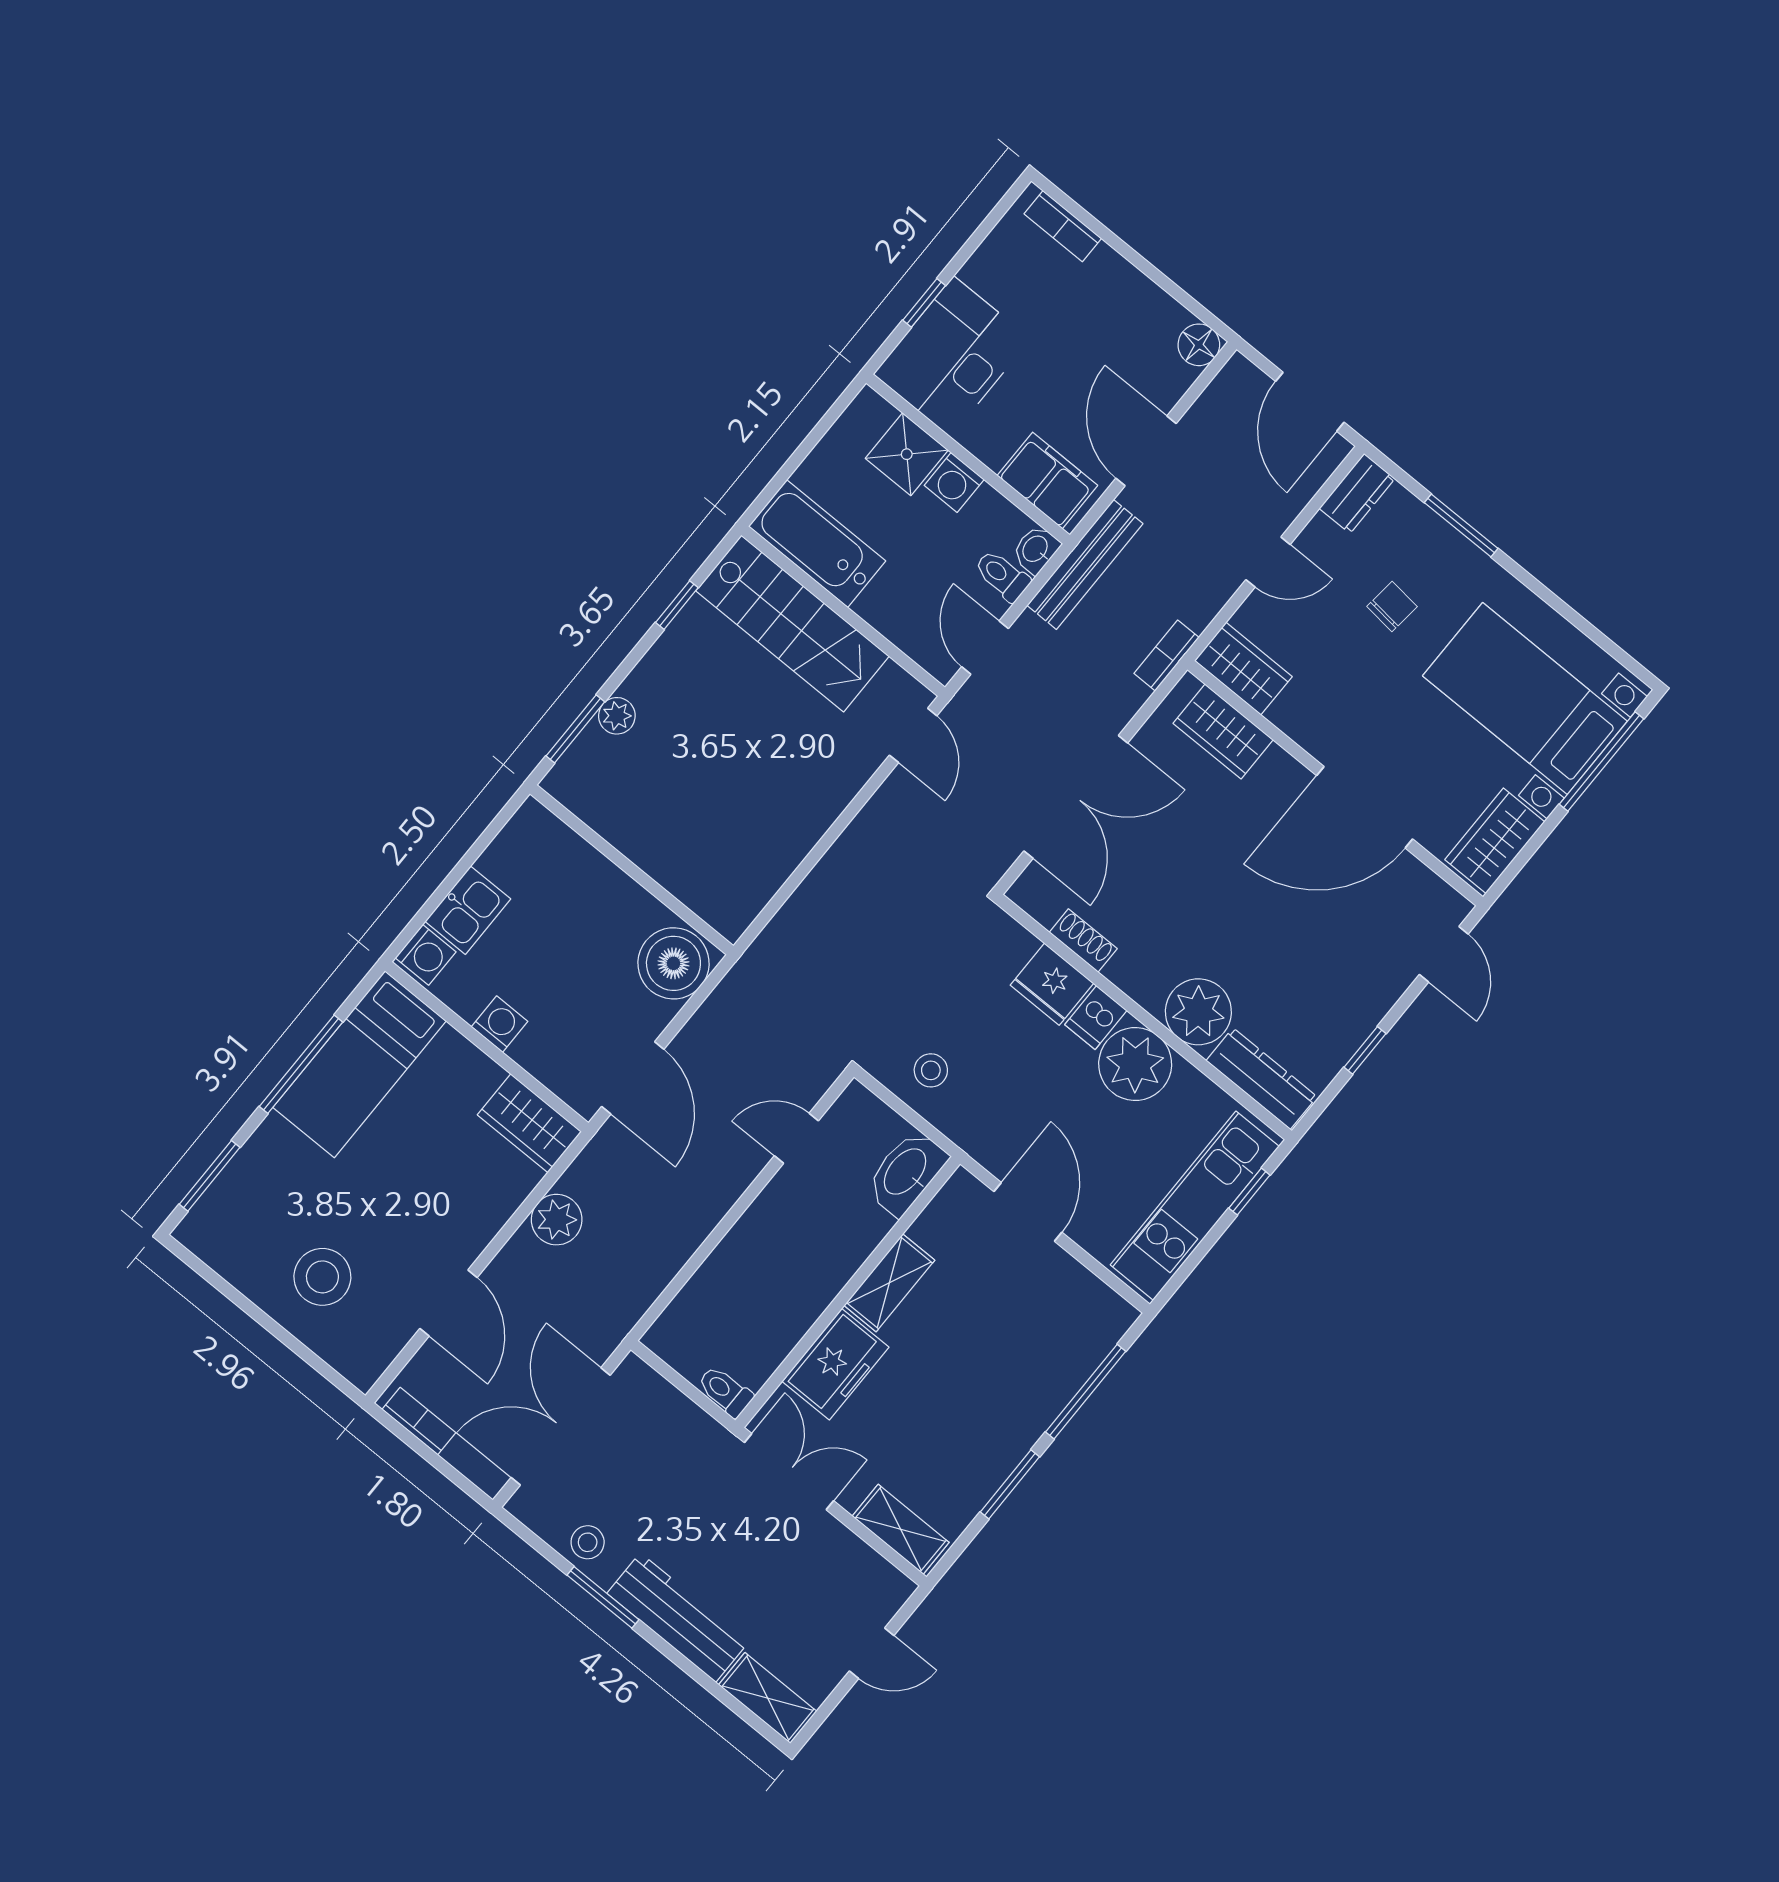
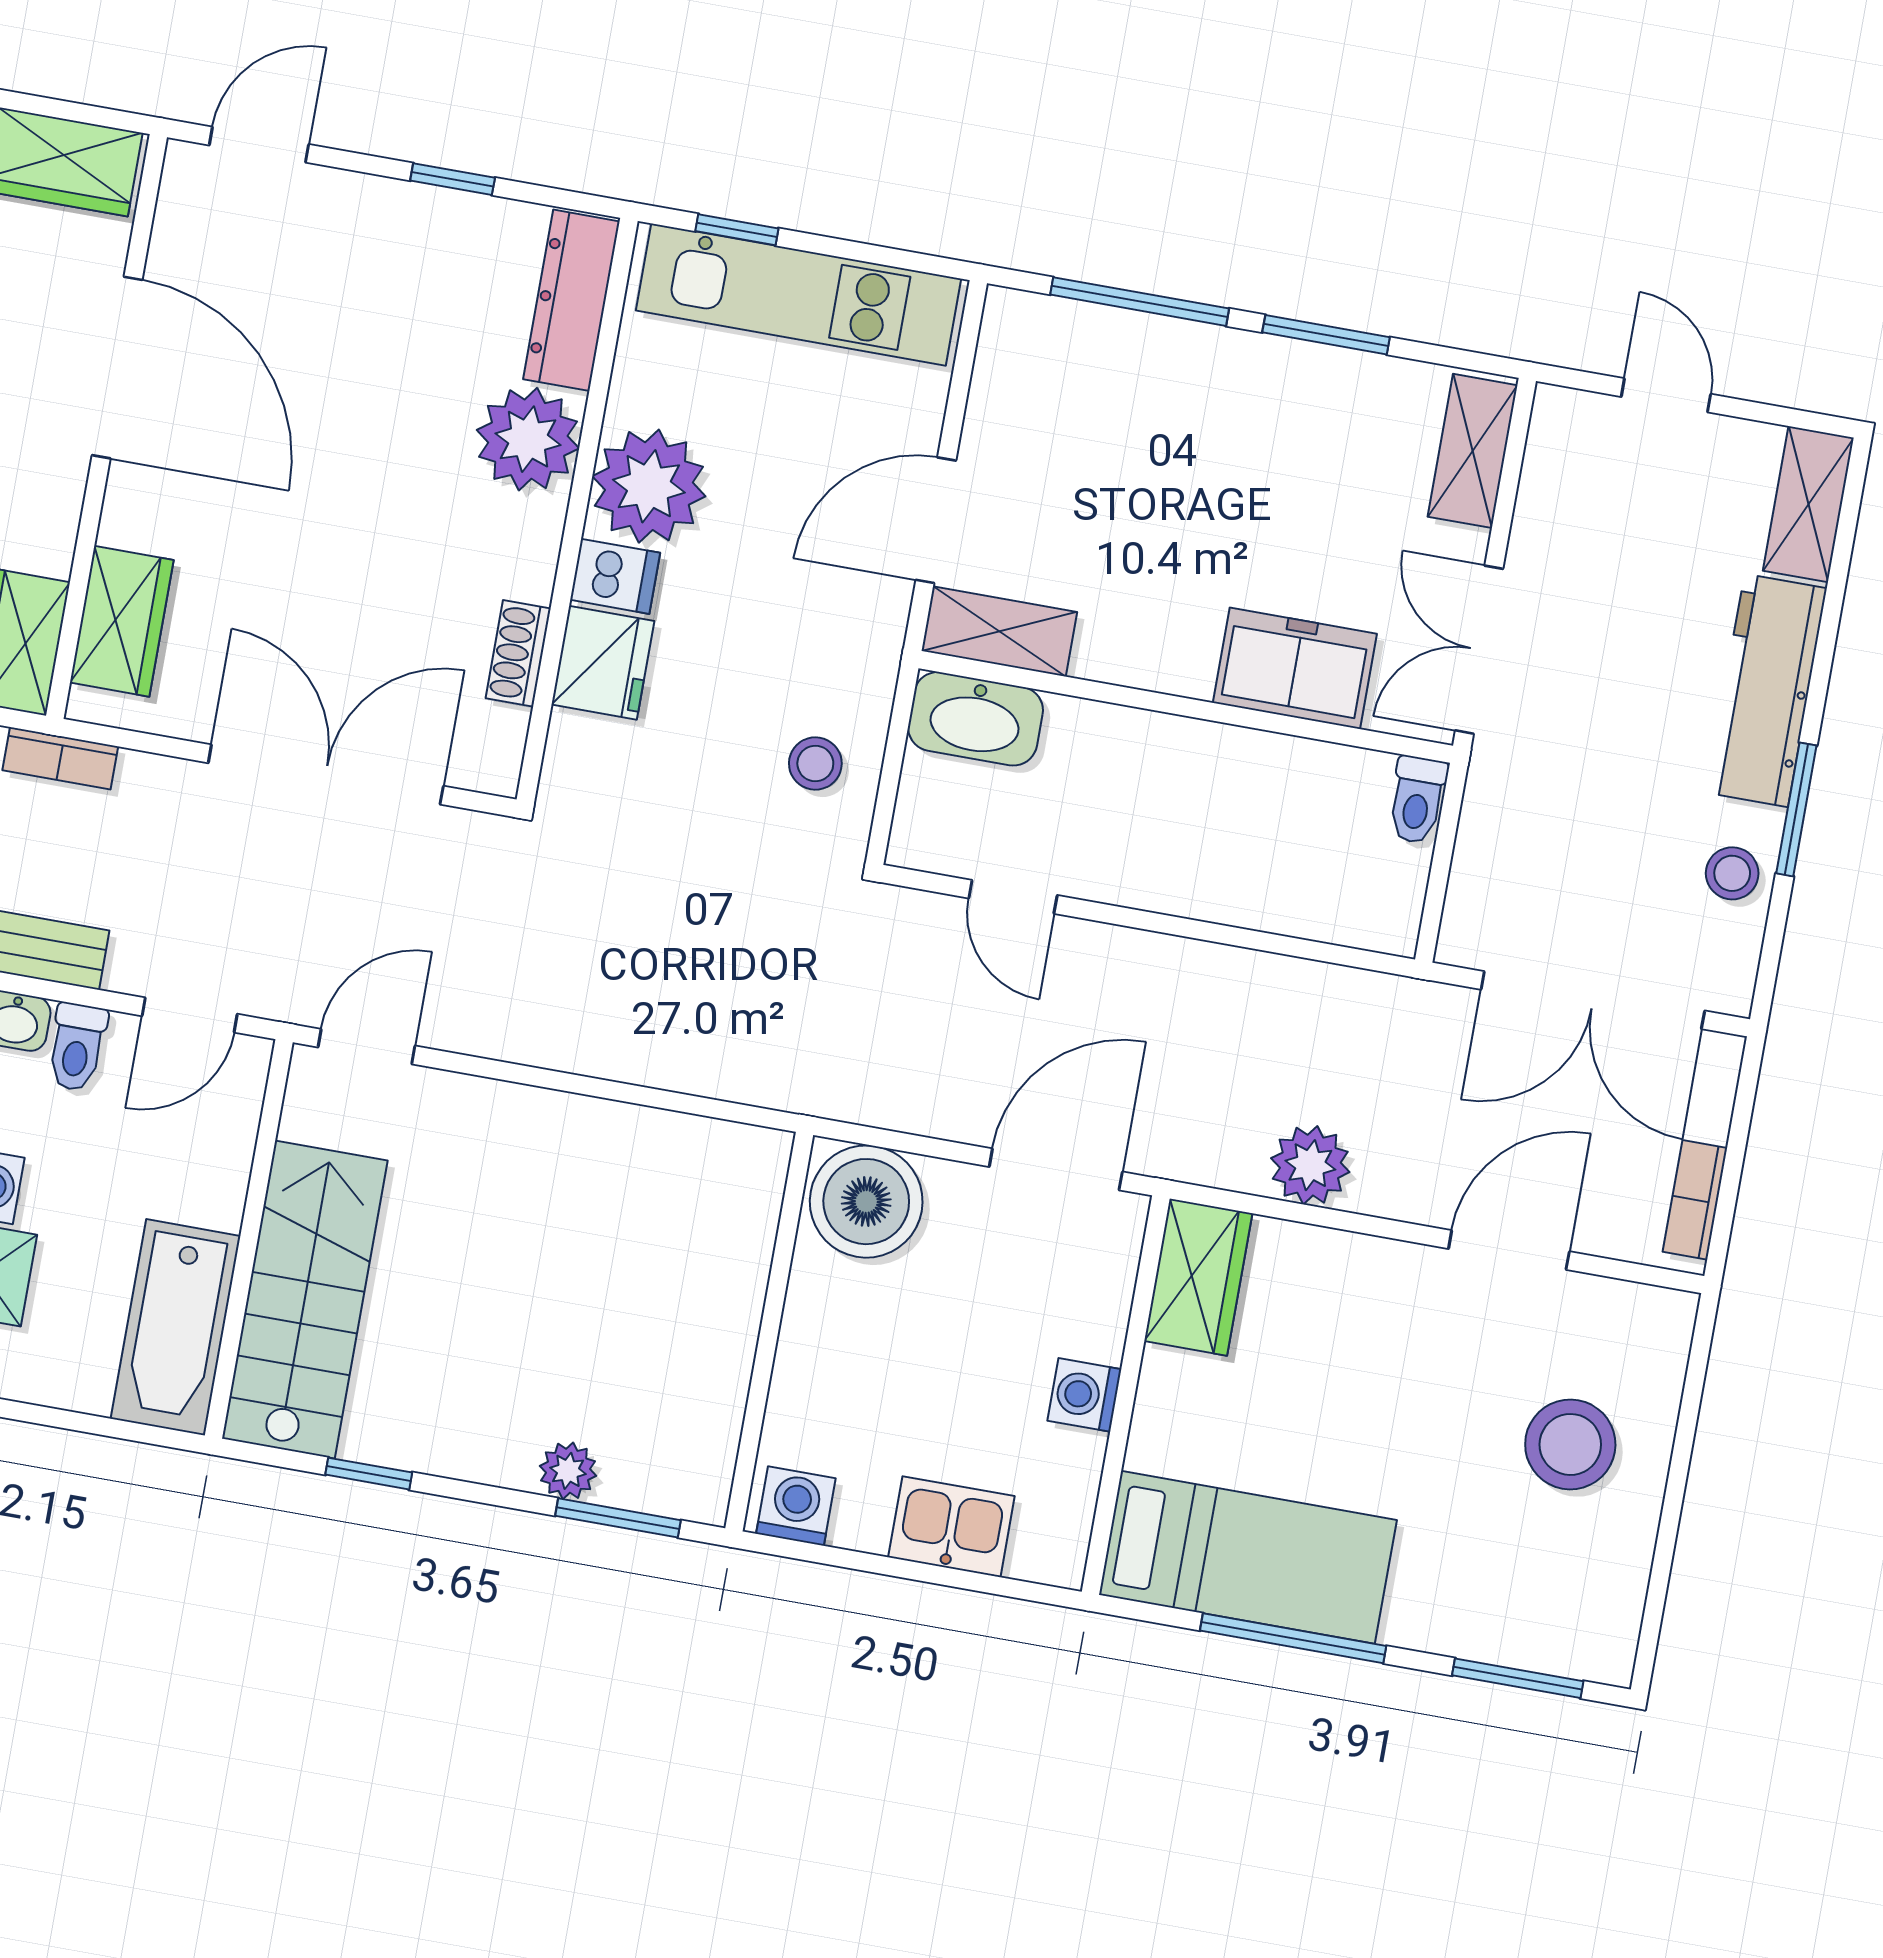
washing machine: (426, 955) -> (796, 1506), moved
shelving: (889, 1283) -> (999, 631), moved

